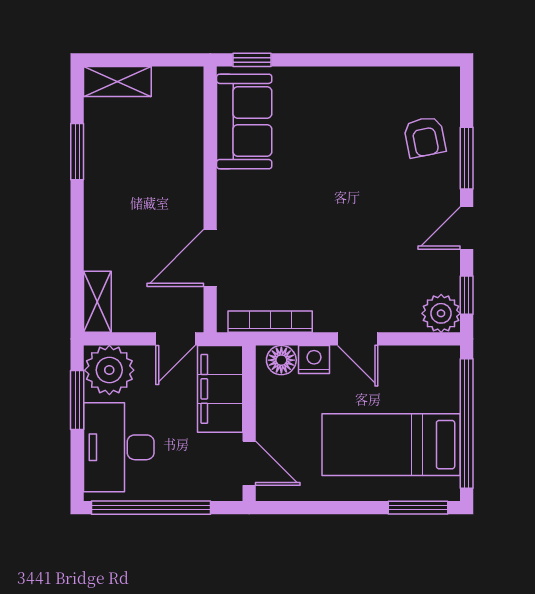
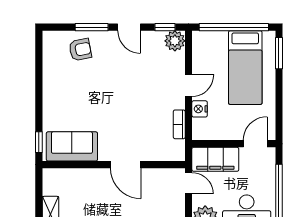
door: (210, 258) -> (126, 165), moved
bookcase: (270, 322) -> (179, 124), width x0.64
floor lamp: (281, 360) -> (200, 126), removed

